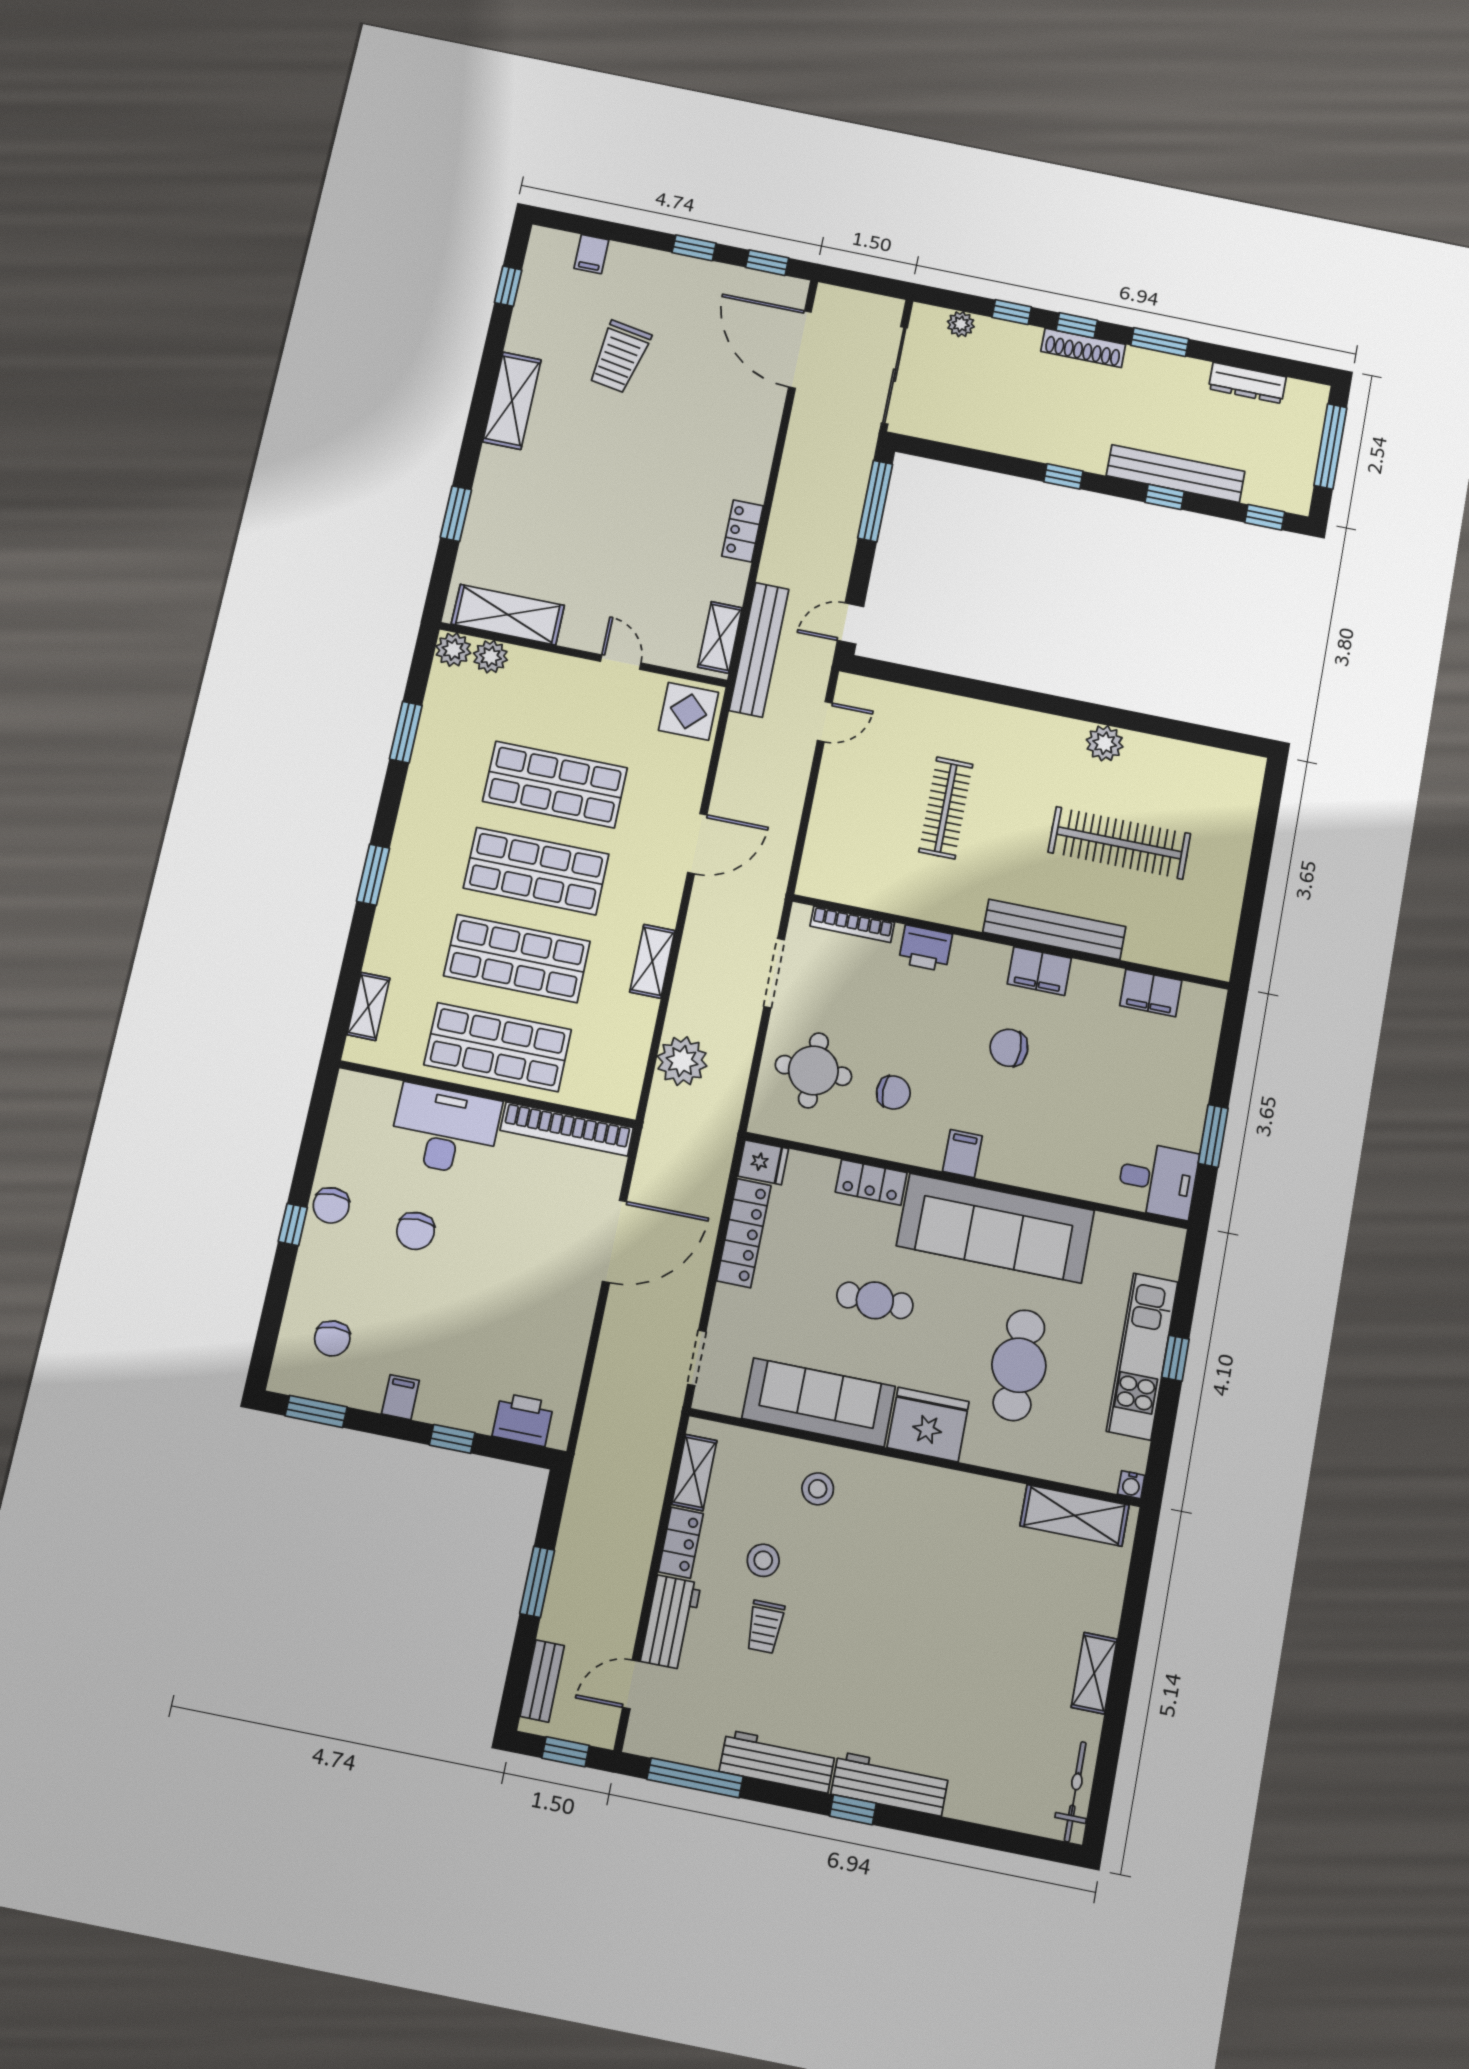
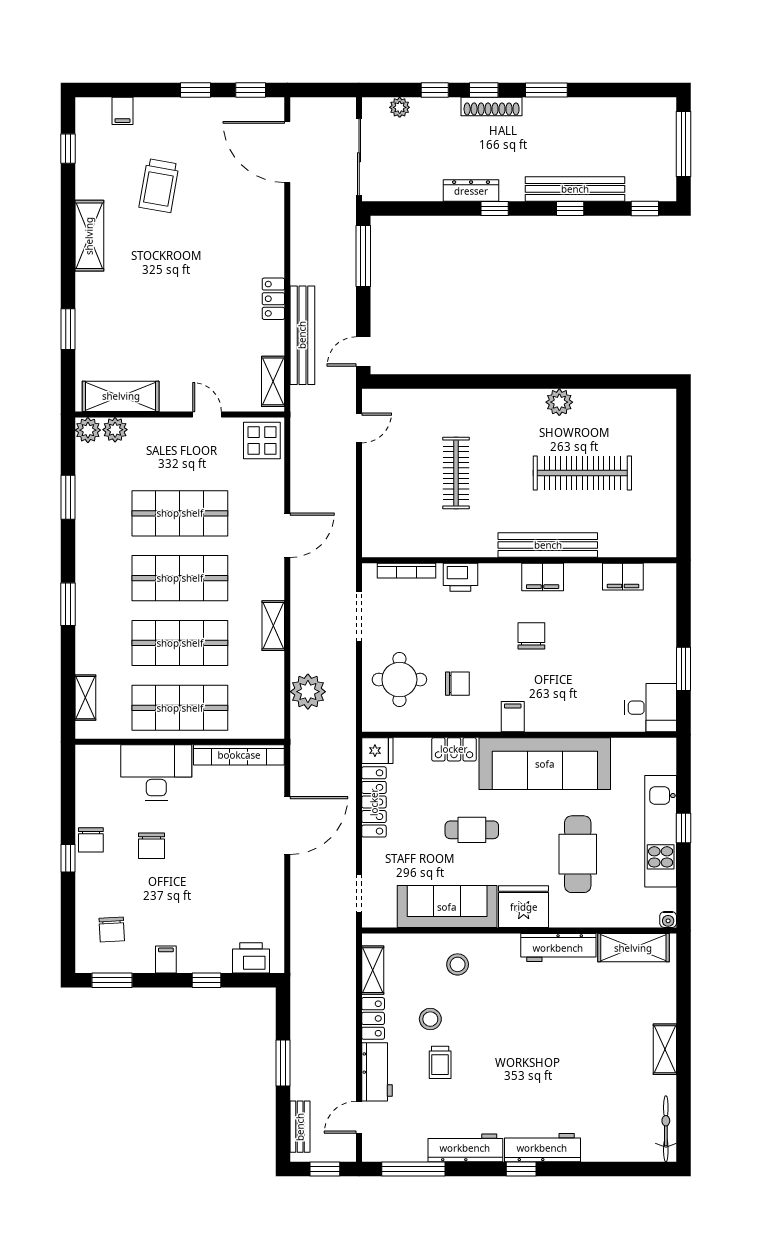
dresser: (1247, 383) -> (471, 191), moved, turned 180
bench: (759, 650) -> (302, 335), moved
chair: (1009, 1048) -> (531, 636), turned 90
workbench: (967, 1494) -> (558, 948), added

